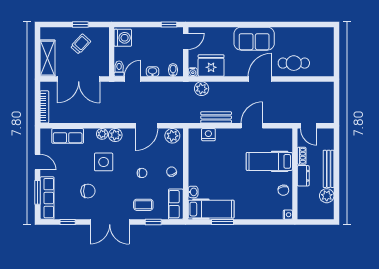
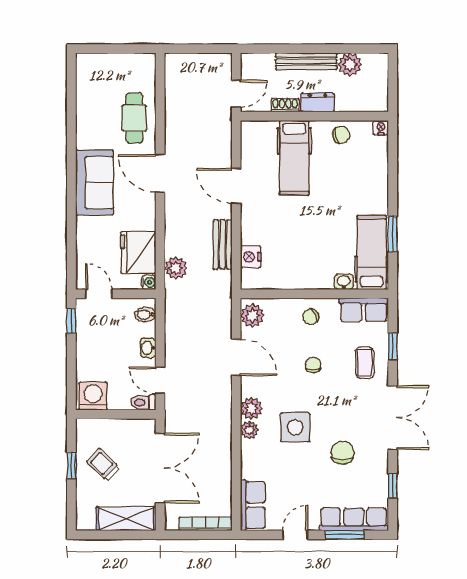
row of seats: (68, 136) -> (253, 505), moved

